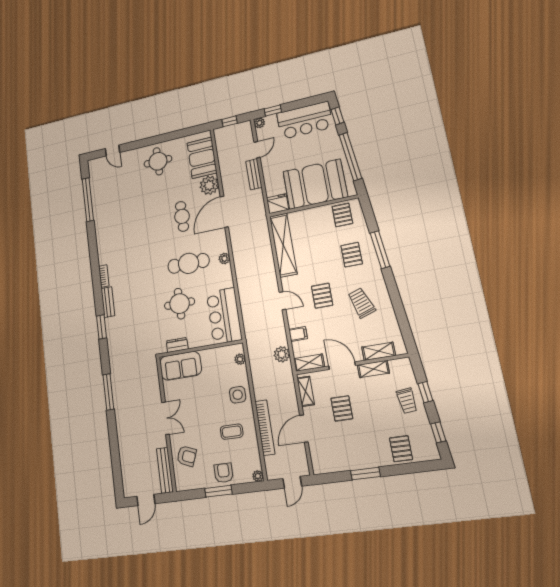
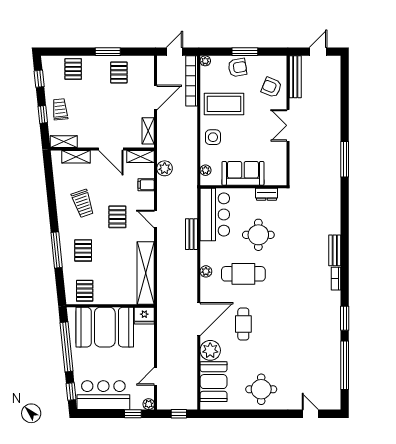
bench: (254, 174) -> (191, 234), moved
window: (101, 327) -> (345, 318), moved
sofa: (181, 366) -> (243, 173), moved
shelving: (373, 369) -> (64, 142), moved
pallet: (342, 408) -> (119, 72), moved
bookcase: (265, 428) -> (192, 81), moved
coffee table: (232, 432) -> (224, 104), width x1.86, depth x1.72
armchair: (224, 473) -> (237, 67), turned -99

